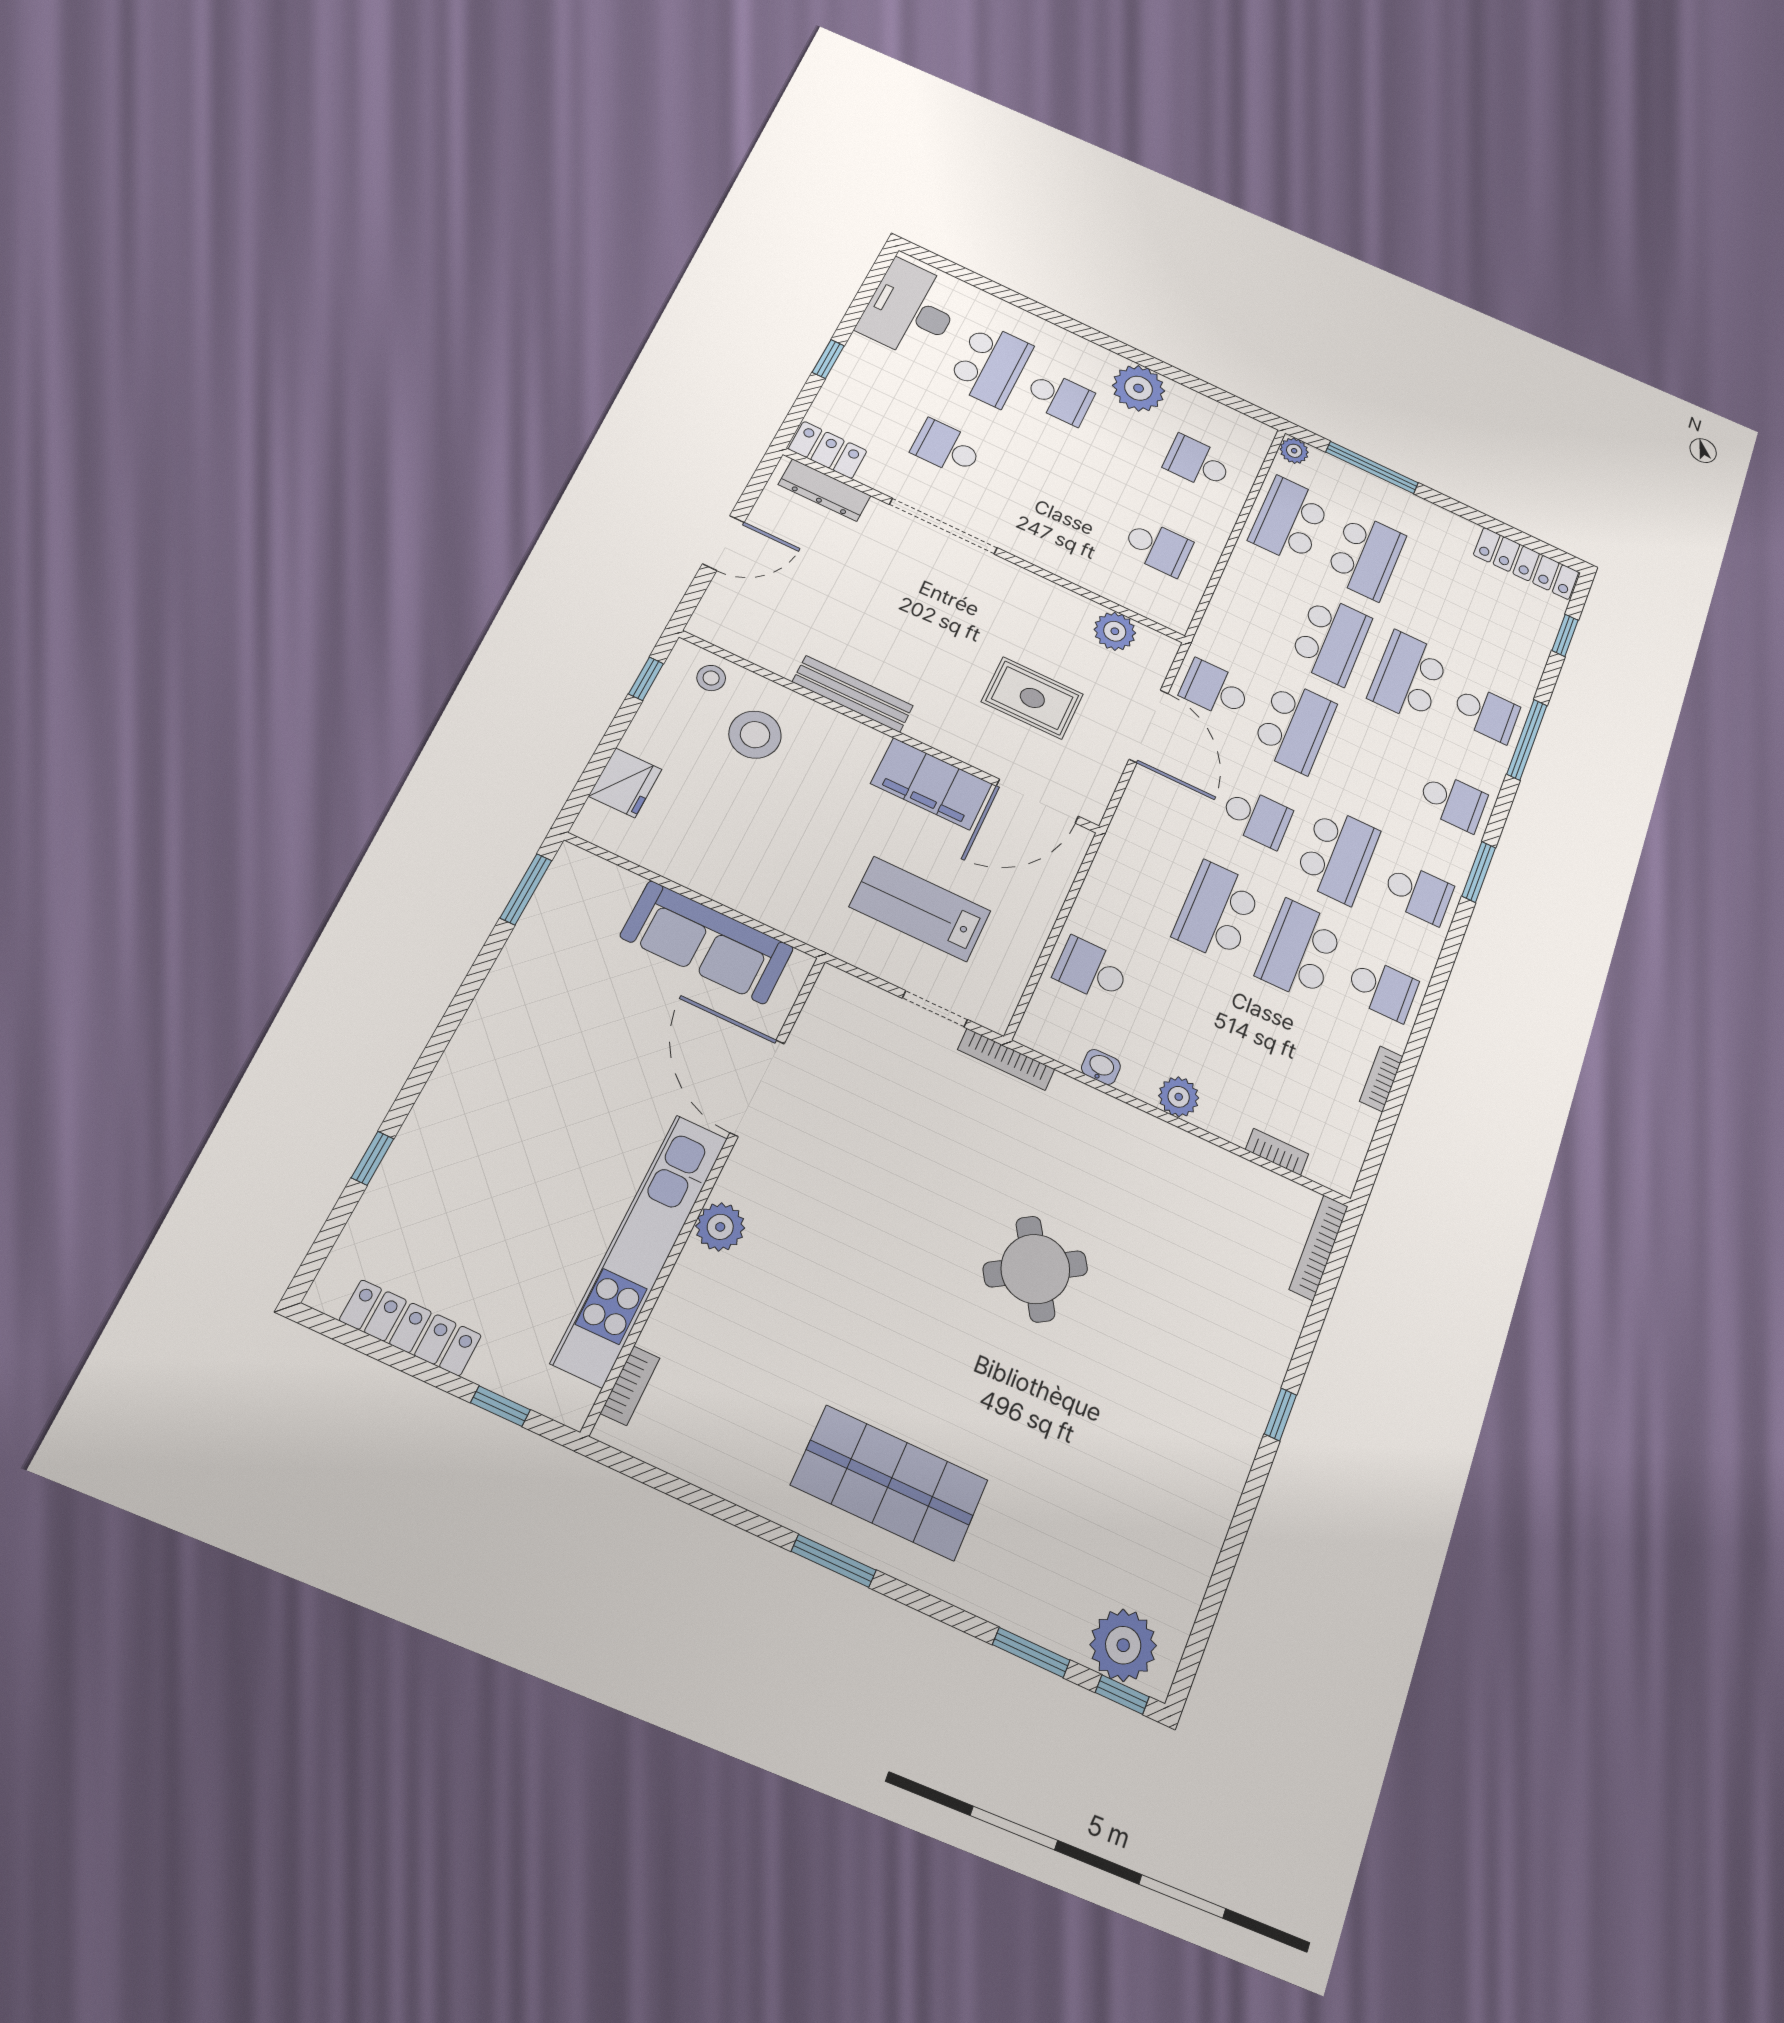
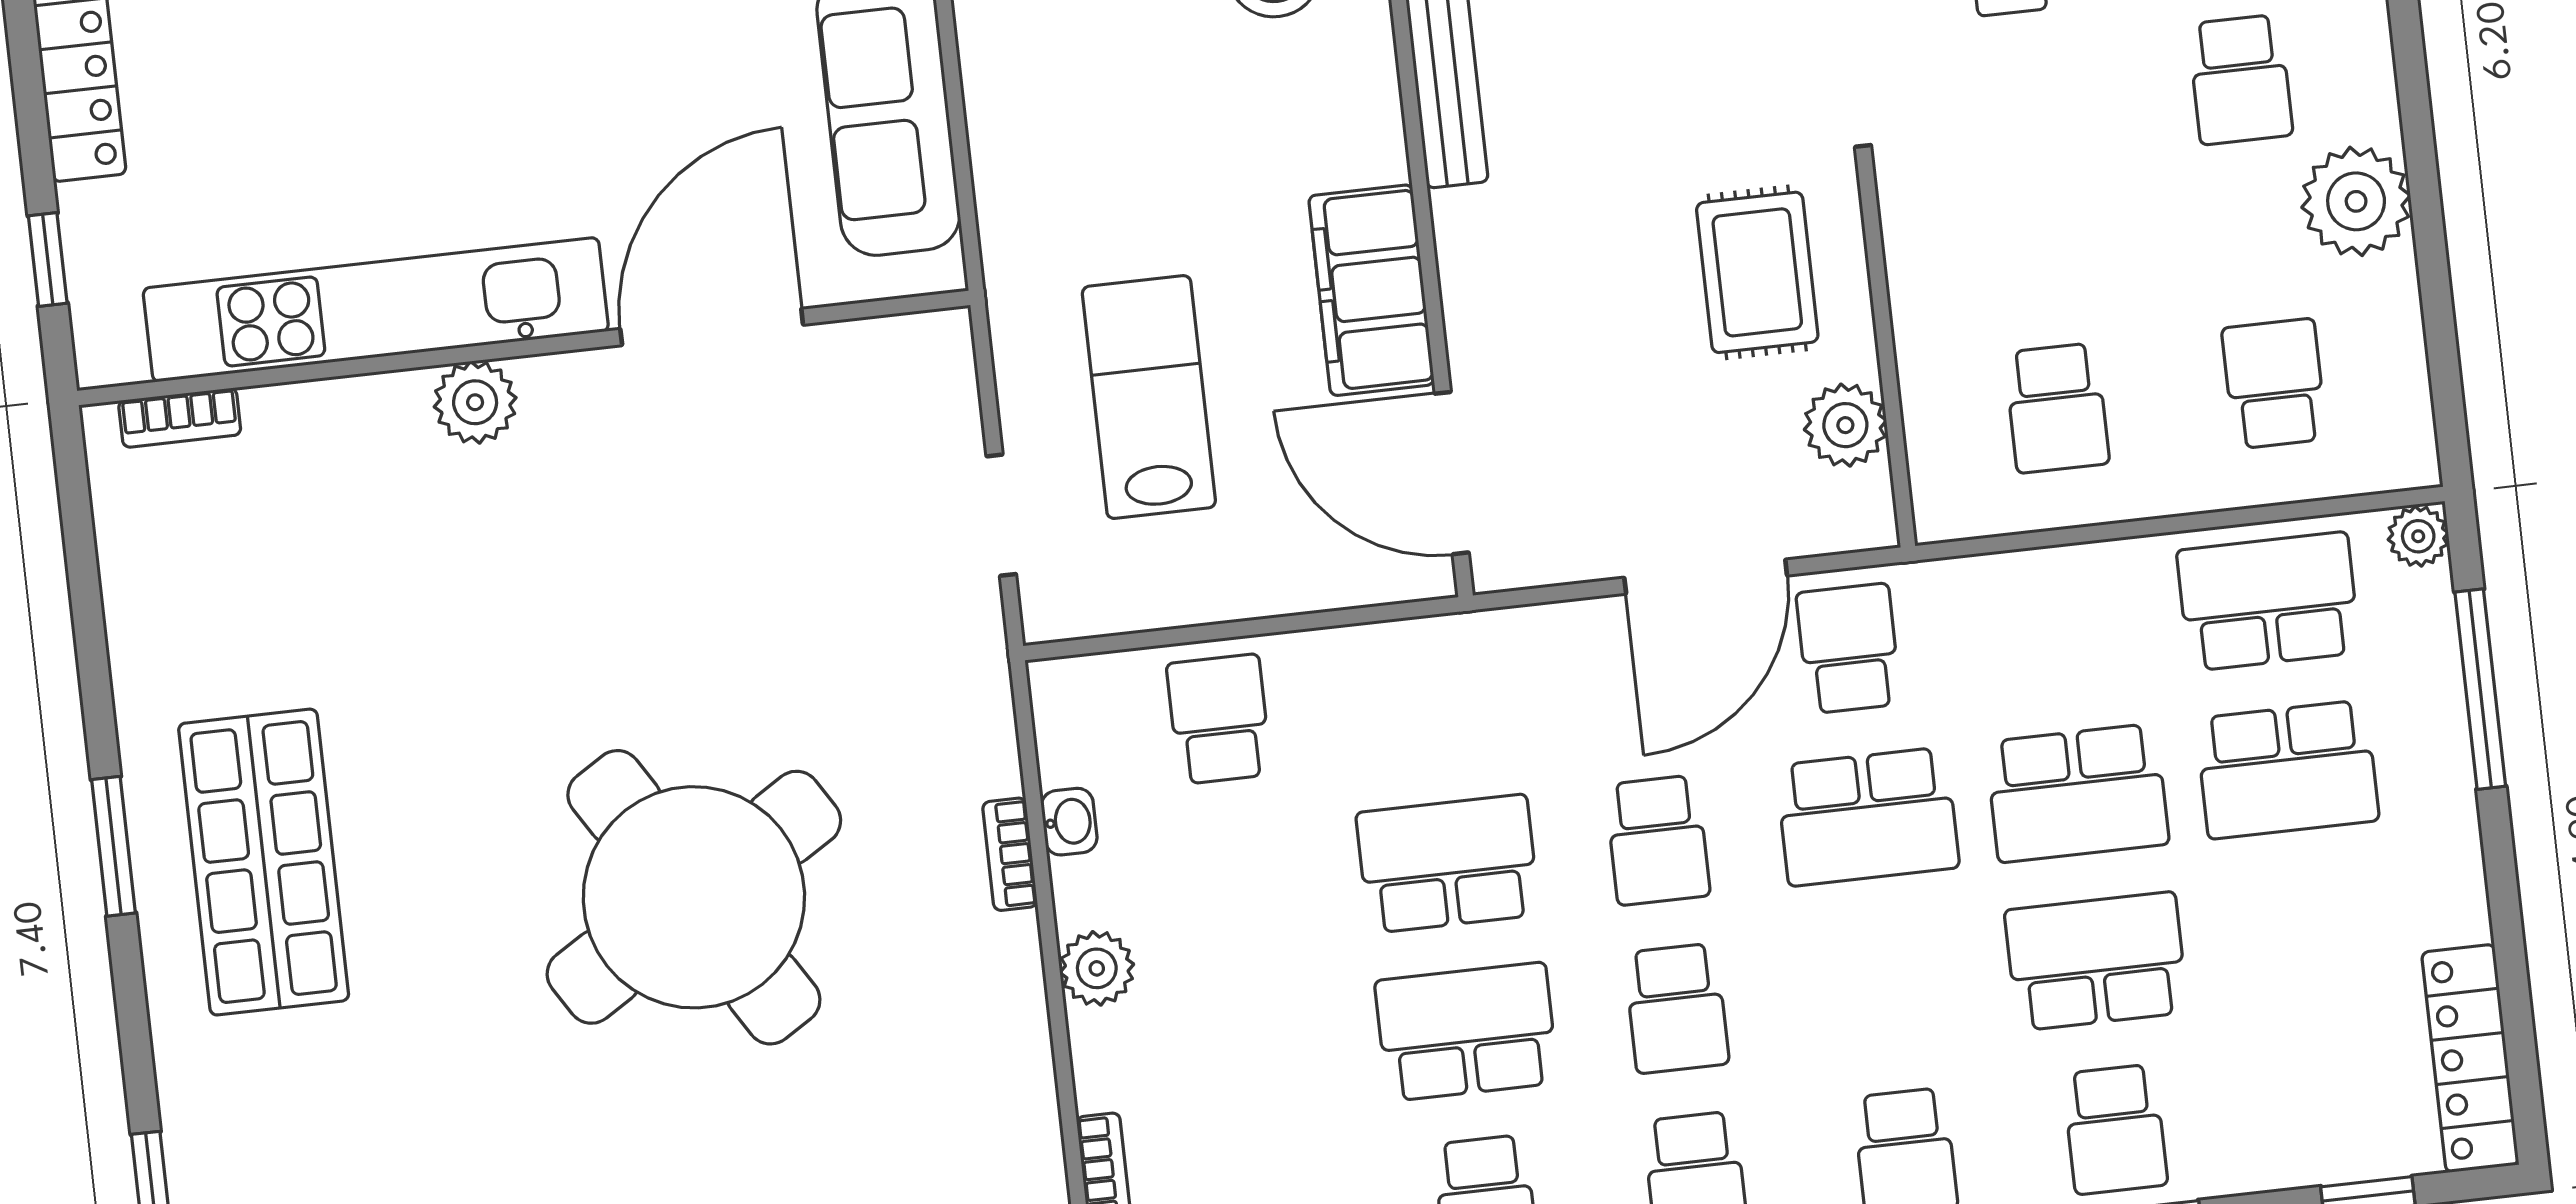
rug: (1032, 698) -> (1757, 272), moved
school desk: (1337, 855) -> (1676, 1008), width x0.54
bookcase: (1006, 1059) -> (1010, 854), moved, width x0.64
round table: (1035, 1269) -> (694, 897), width x1.86, depth x1.86

